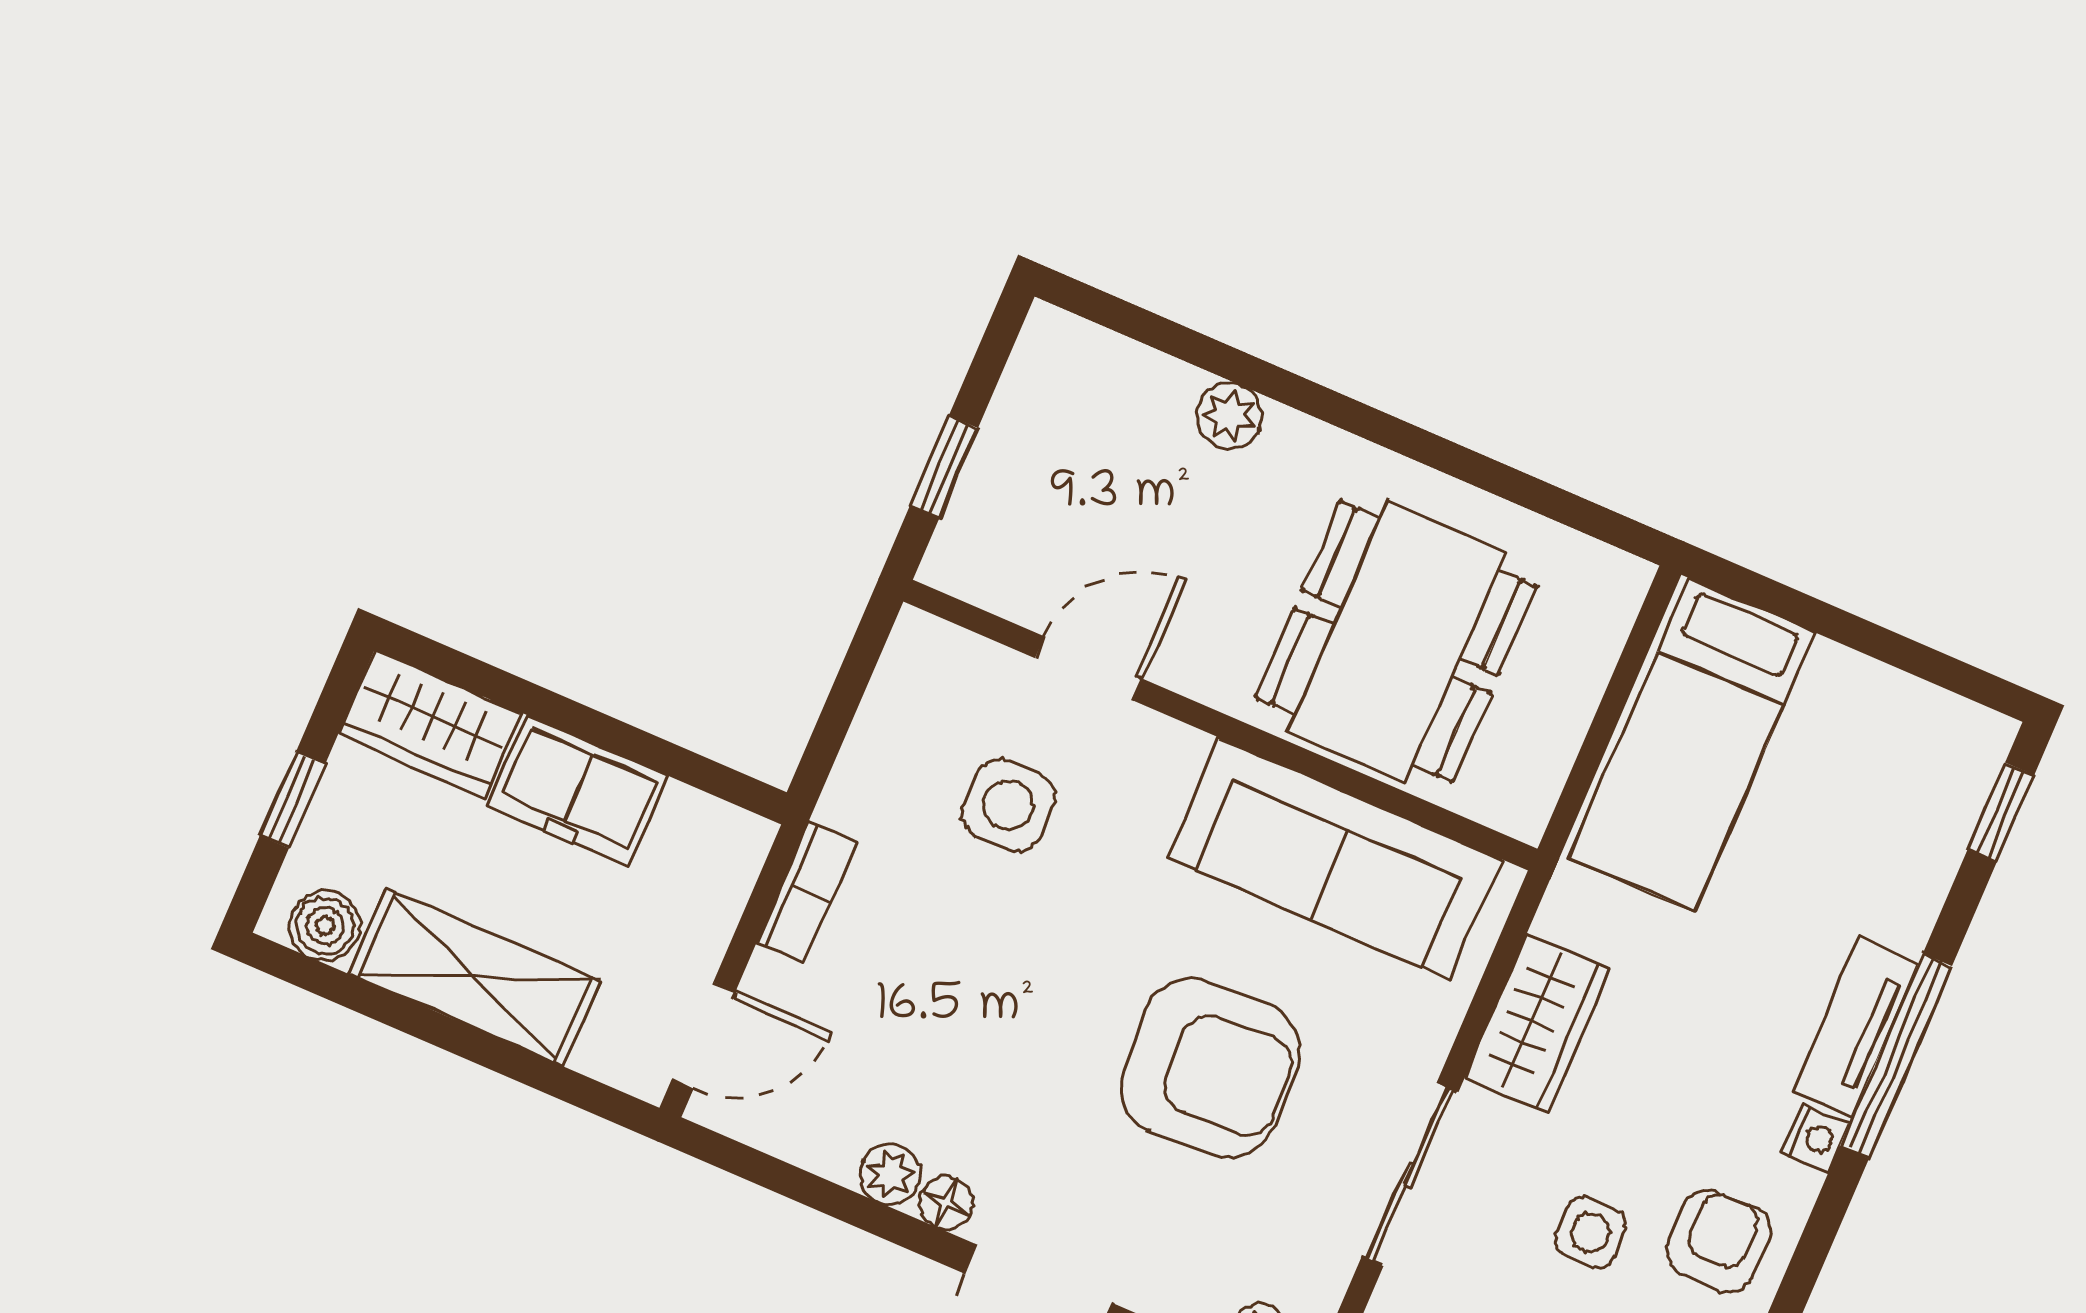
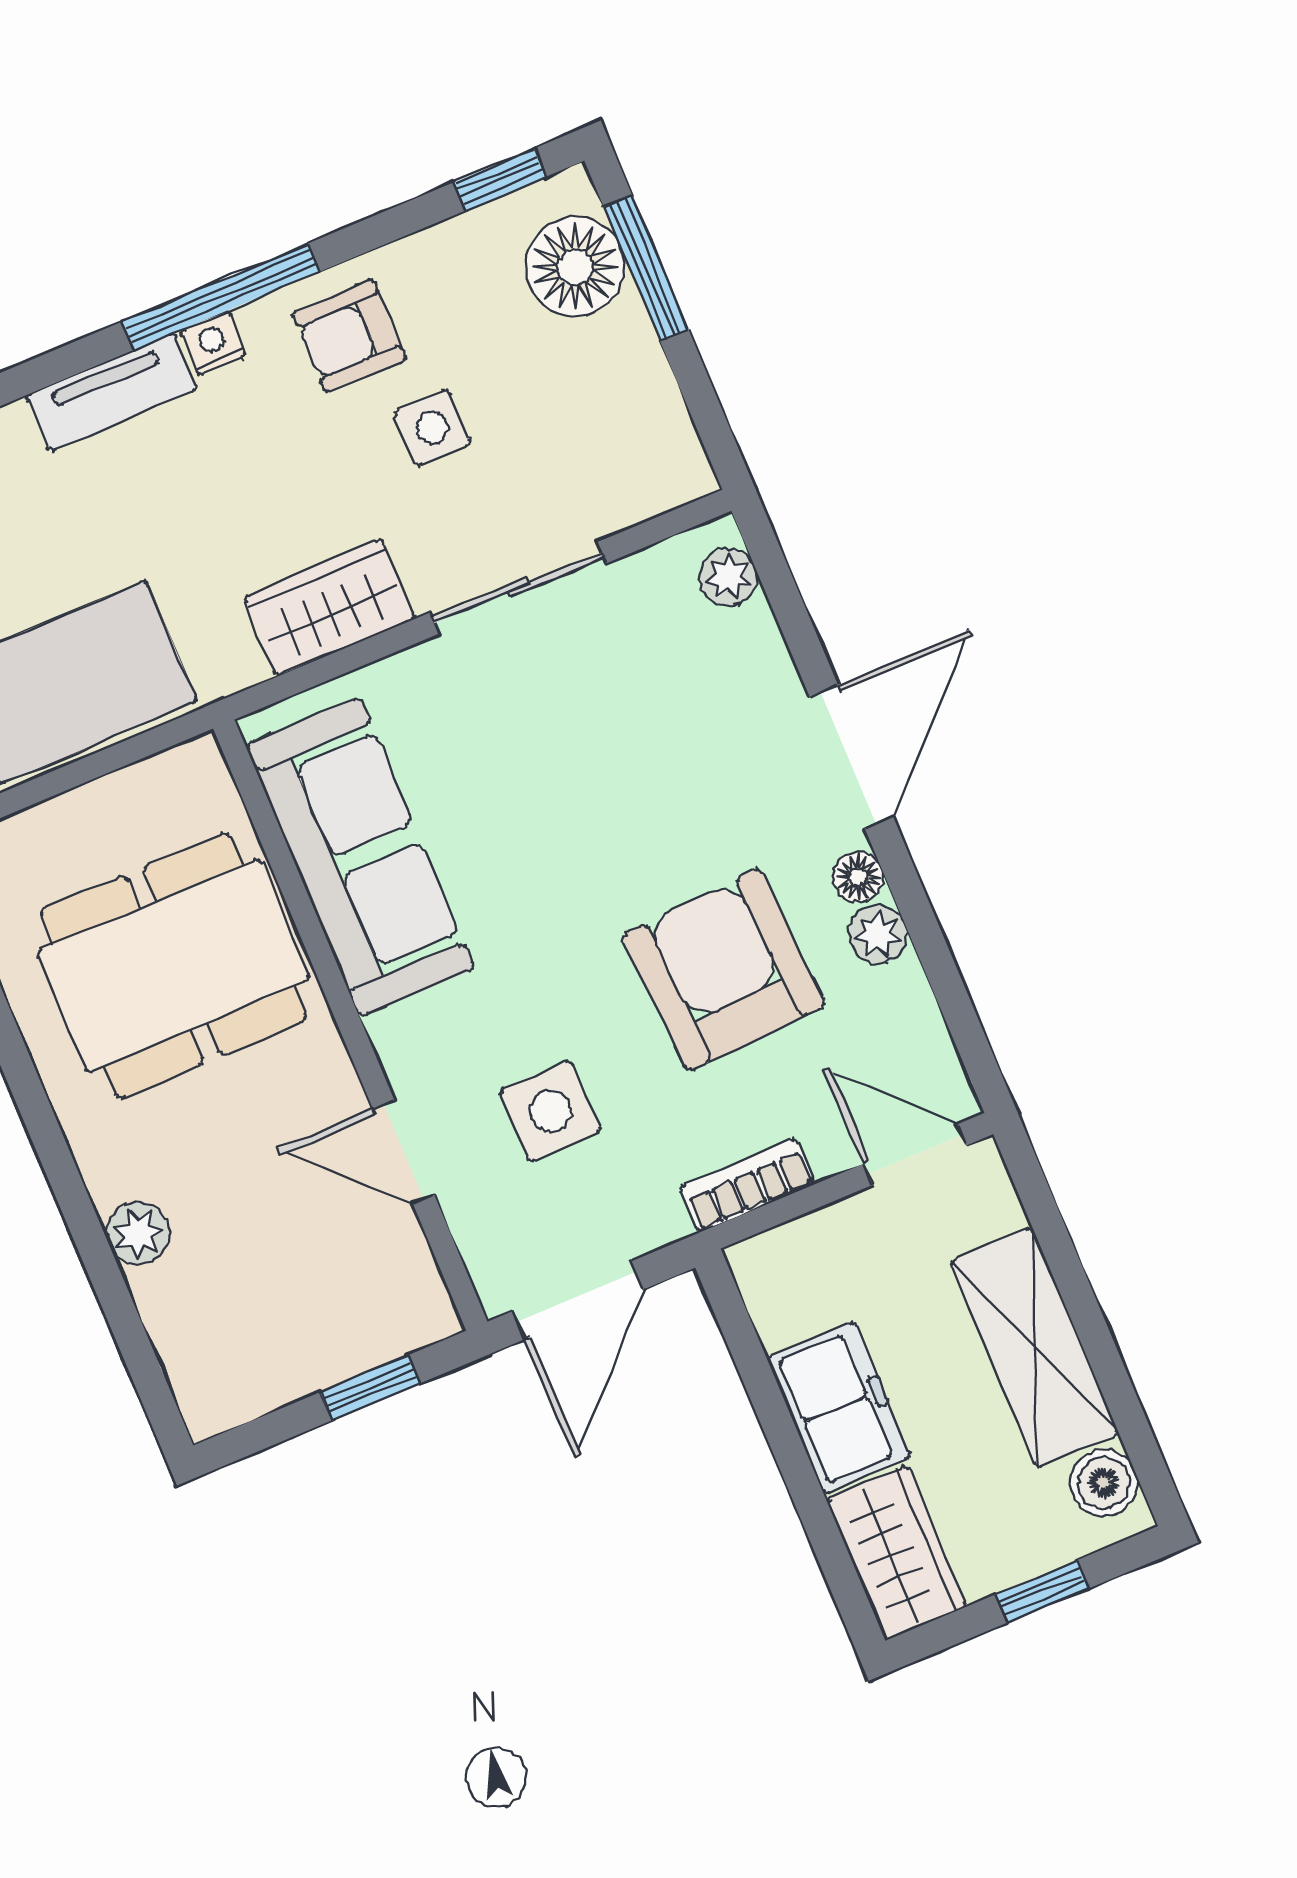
door: (851, 683) -> (578, 1300), added
window: (1896, 1056) -> (221, 297), moved
armchair: (1210, 1068) -> (724, 970), moved

